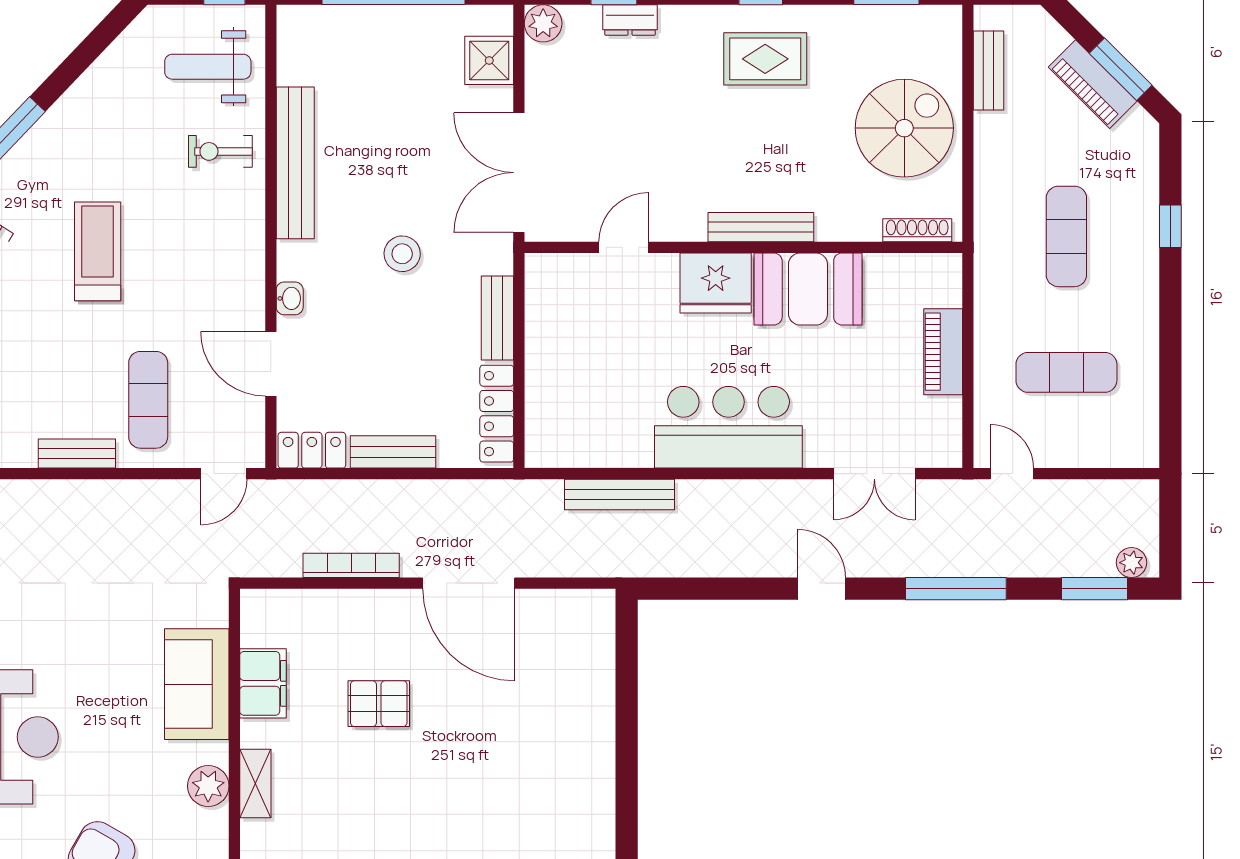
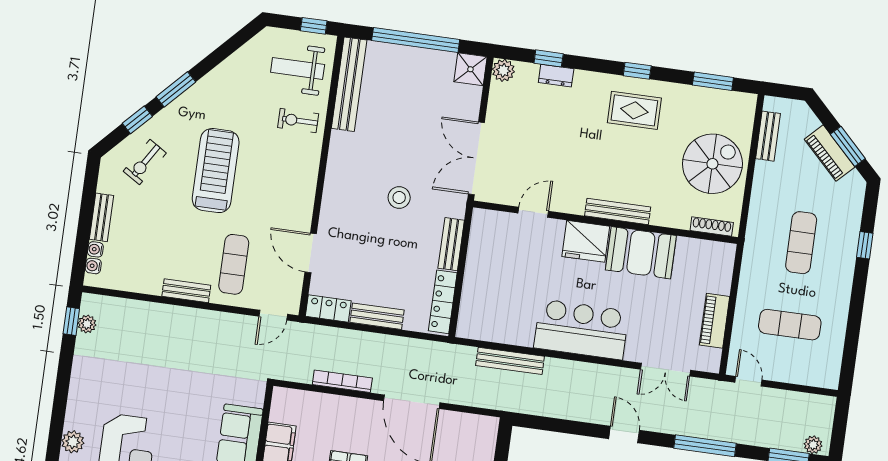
shower: (489, 60) -> (470, 69), moved
bench: (295, 163) -> (349, 84), moved
treadmill: (98, 251) -> (216, 171), width x1.37, depth x1.38
washbasin: (290, 298) -> (328, 215), removed
piano: (943, 352) -> (715, 321), moved

